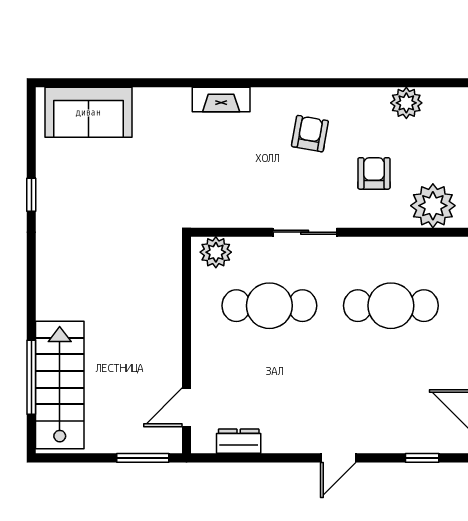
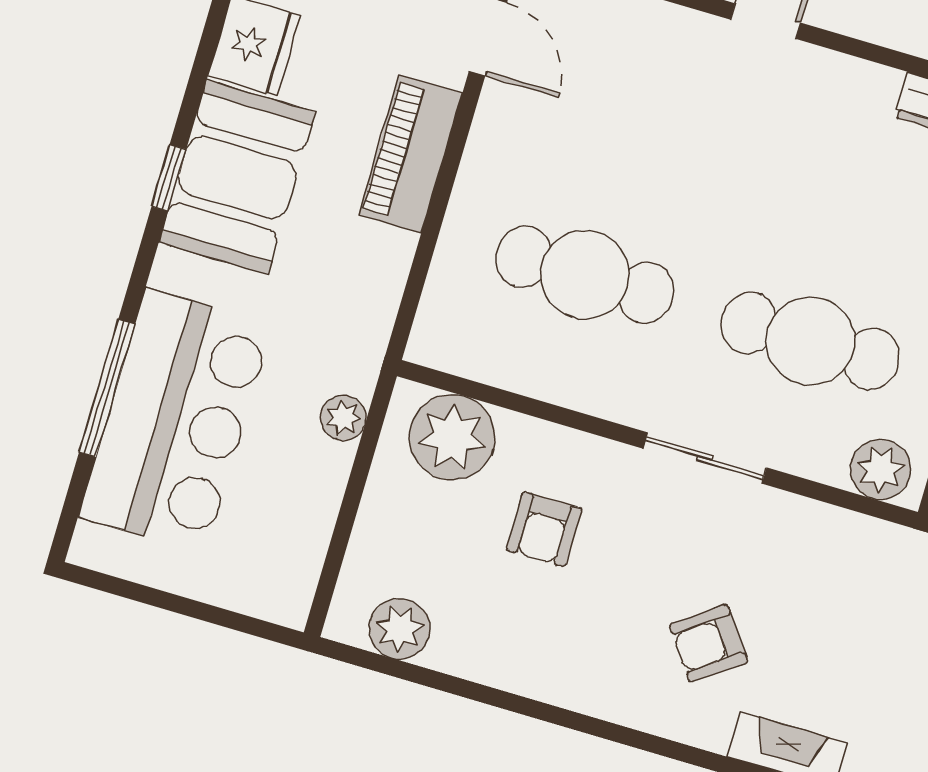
plant: (406, 103) -> (400, 629), moved
armchair: (310, 134) -> (709, 643), moved, turned 44

